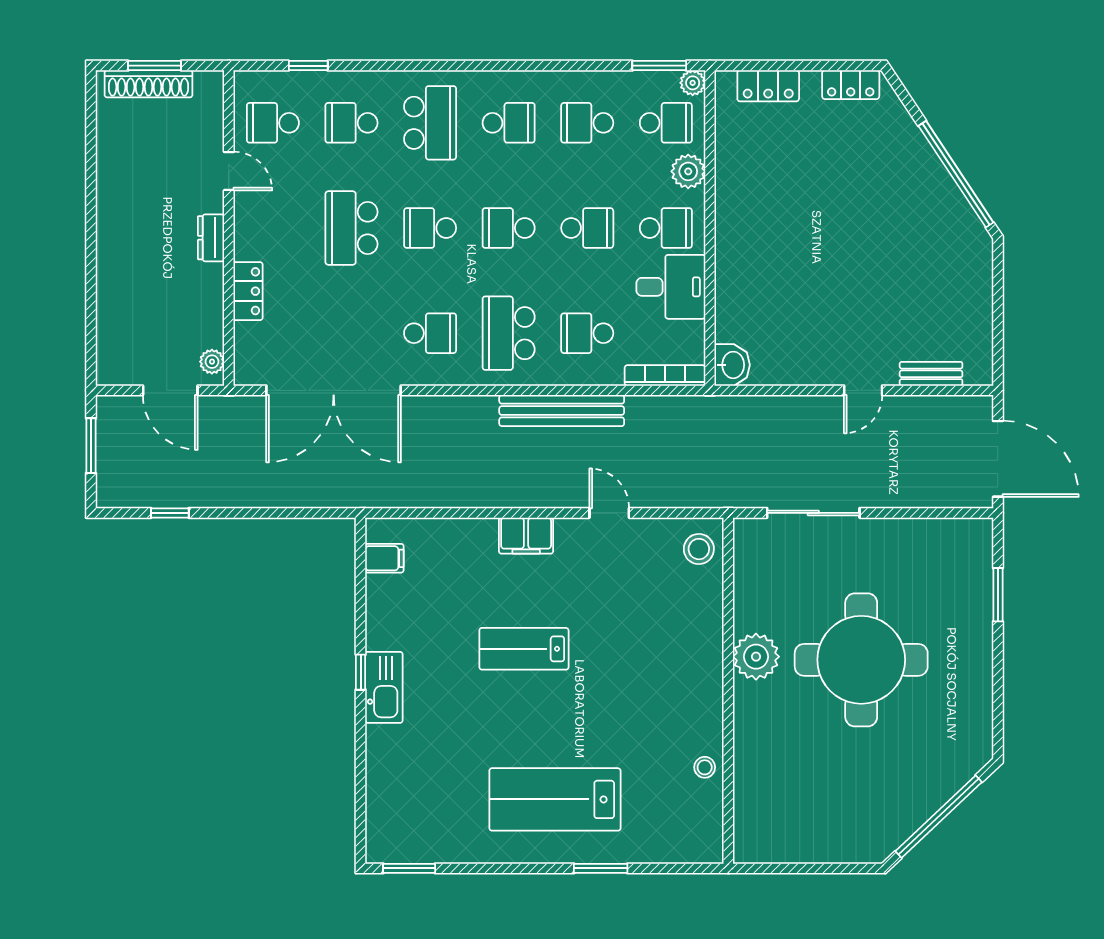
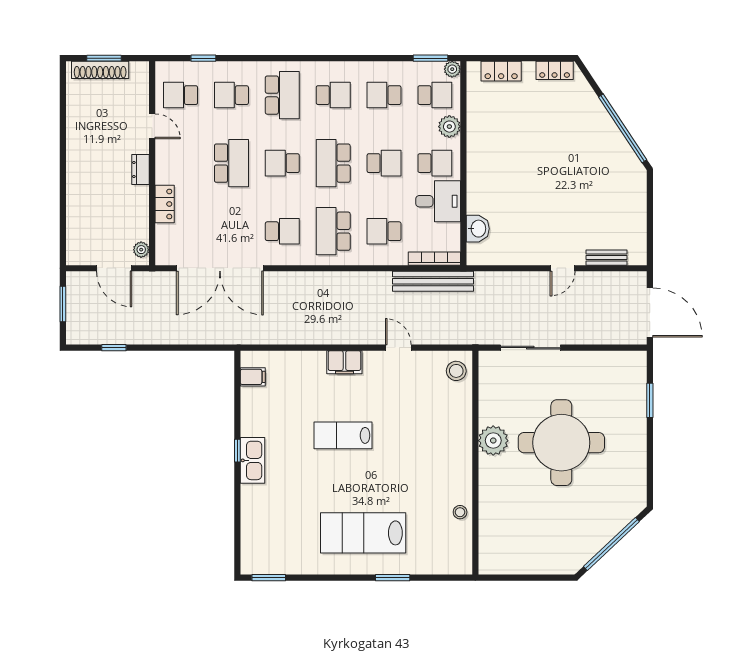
school desk: (351, 228) -> (231, 163), turned 180
school desk: (509, 228) -> (333, 163), width x1.85
washbasin: (732, 365) -> (478, 229), moved
bench: (562, 411) -> (433, 281), moved

